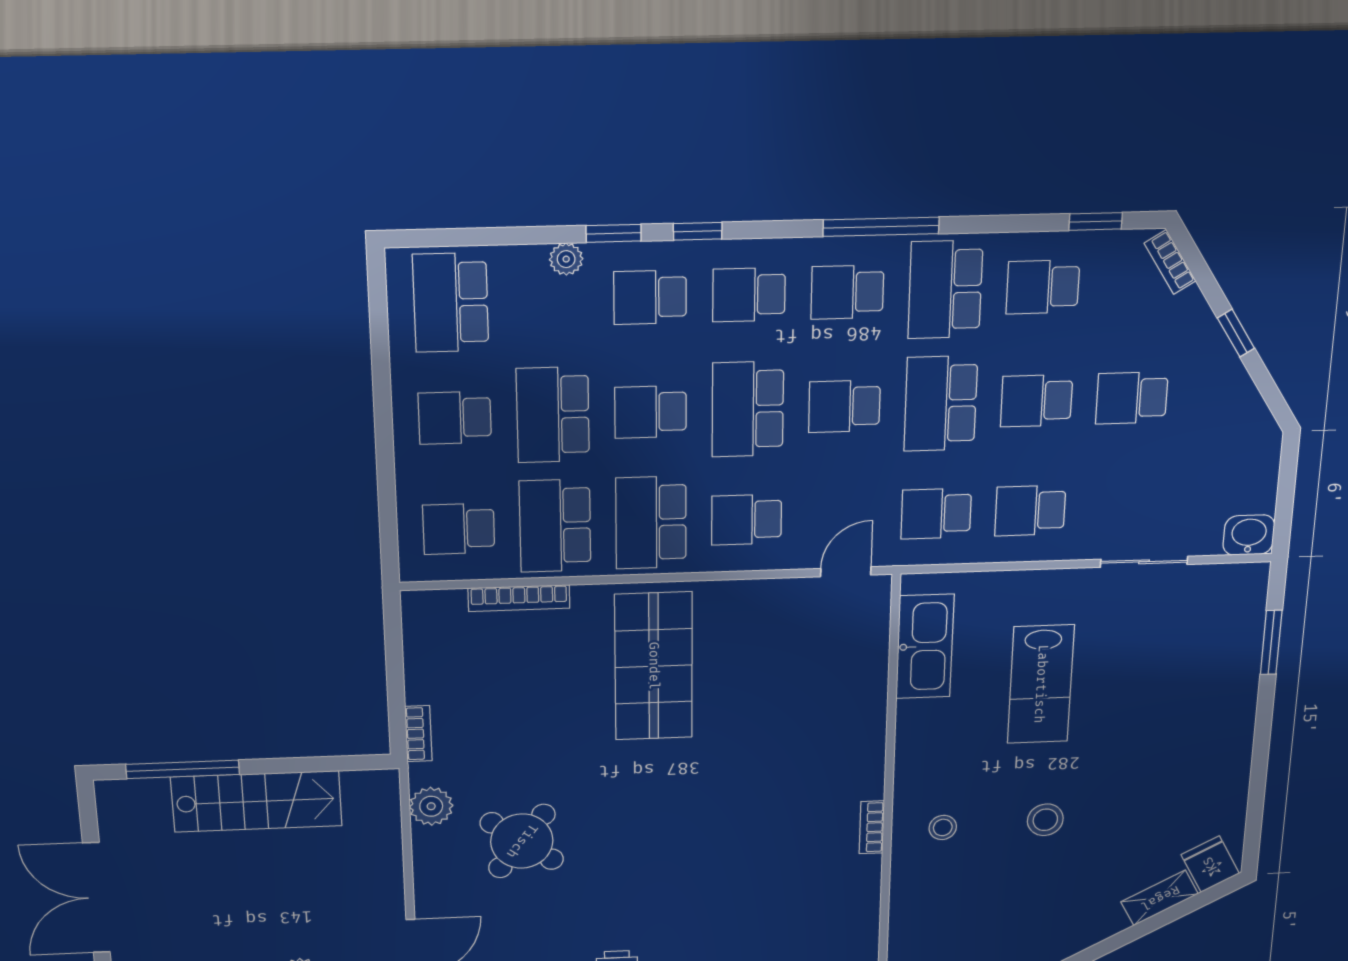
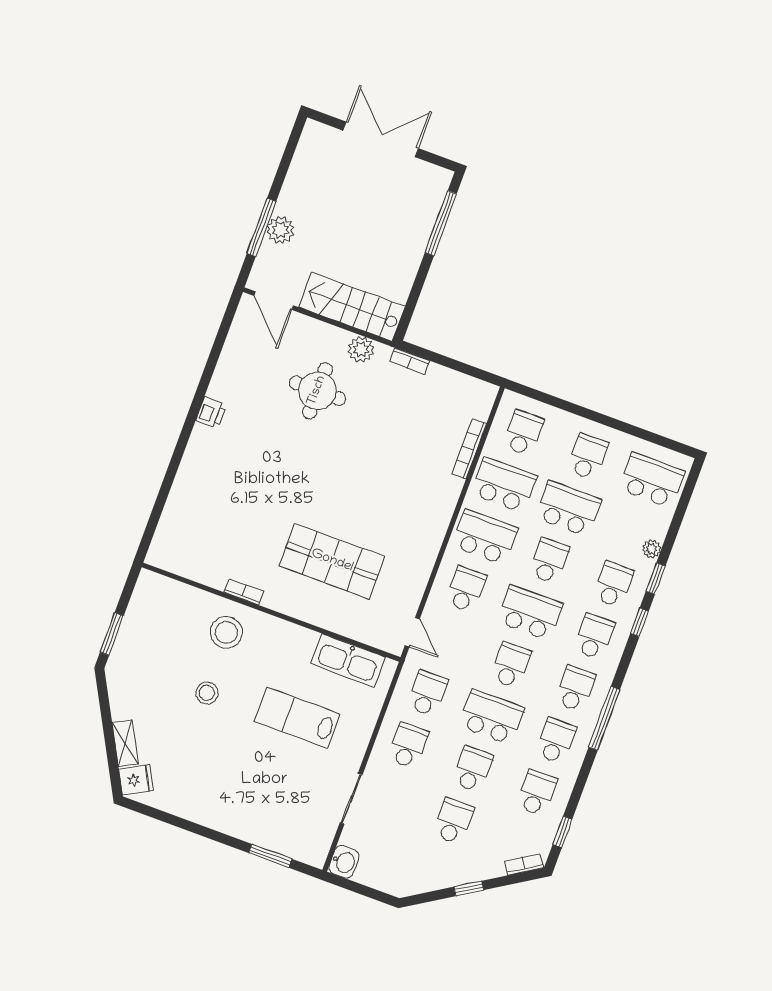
school desk: (945, 290) -> (556, 741), width x0.54
shop shelf: (654, 666) -> (332, 561), moved
stairs: (257, 801) -> (352, 307), moved, turned 90
stool: (943, 827) -> (226, 632), width x1.89, depth x1.89
round table: (522, 841) -> (317, 391), turned -37

